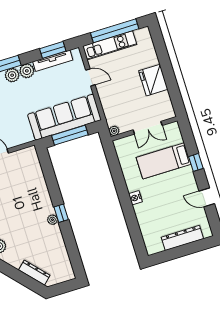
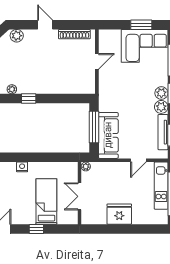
sofa: (64, 117) -> (108, 135), width x0.74, depth x0.79
plant: (52, 220) -> (12, 89), moved

